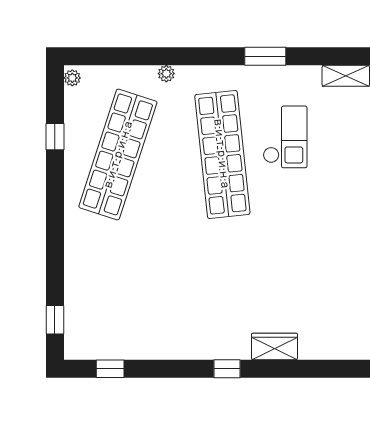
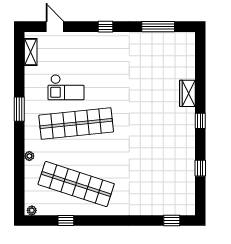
window: (265, 56) -> (19, 109), moved
checkout: (285, 137) -> (66, 87), turned 180
window: (110, 369) -> (200, 168), moved

